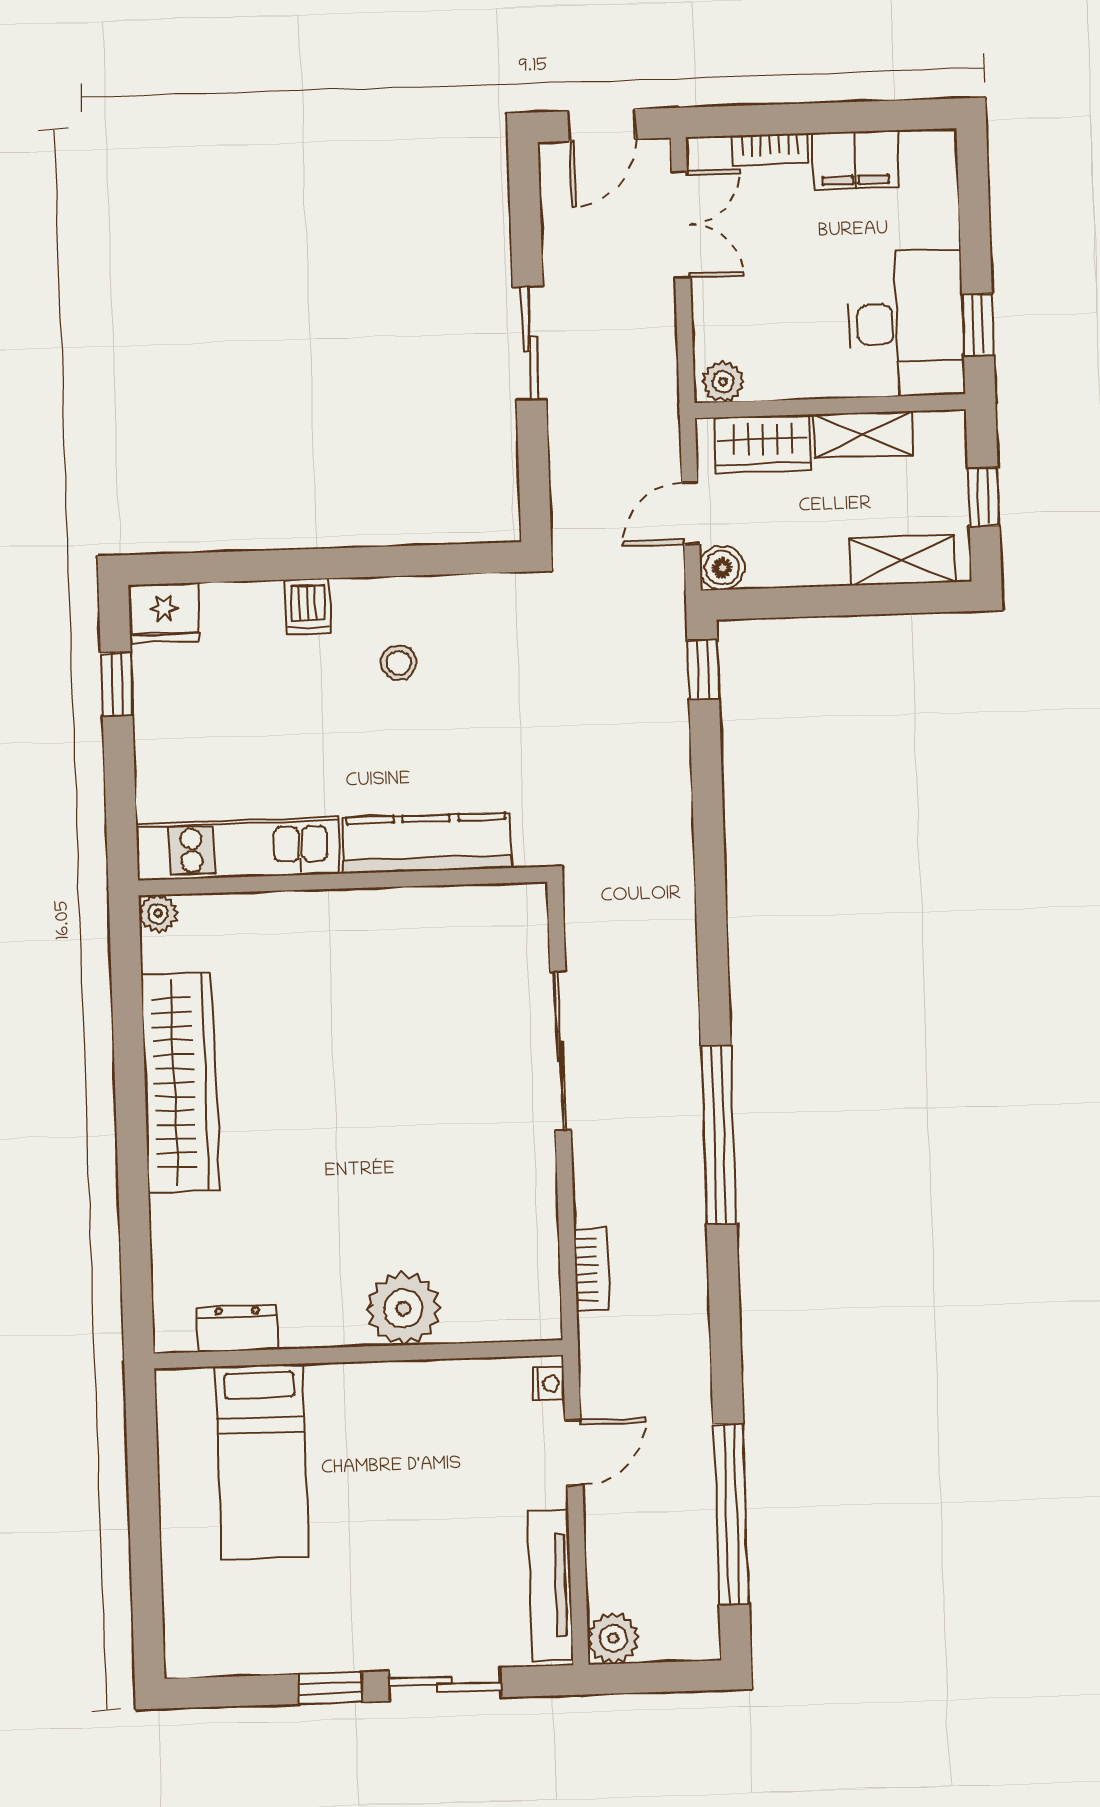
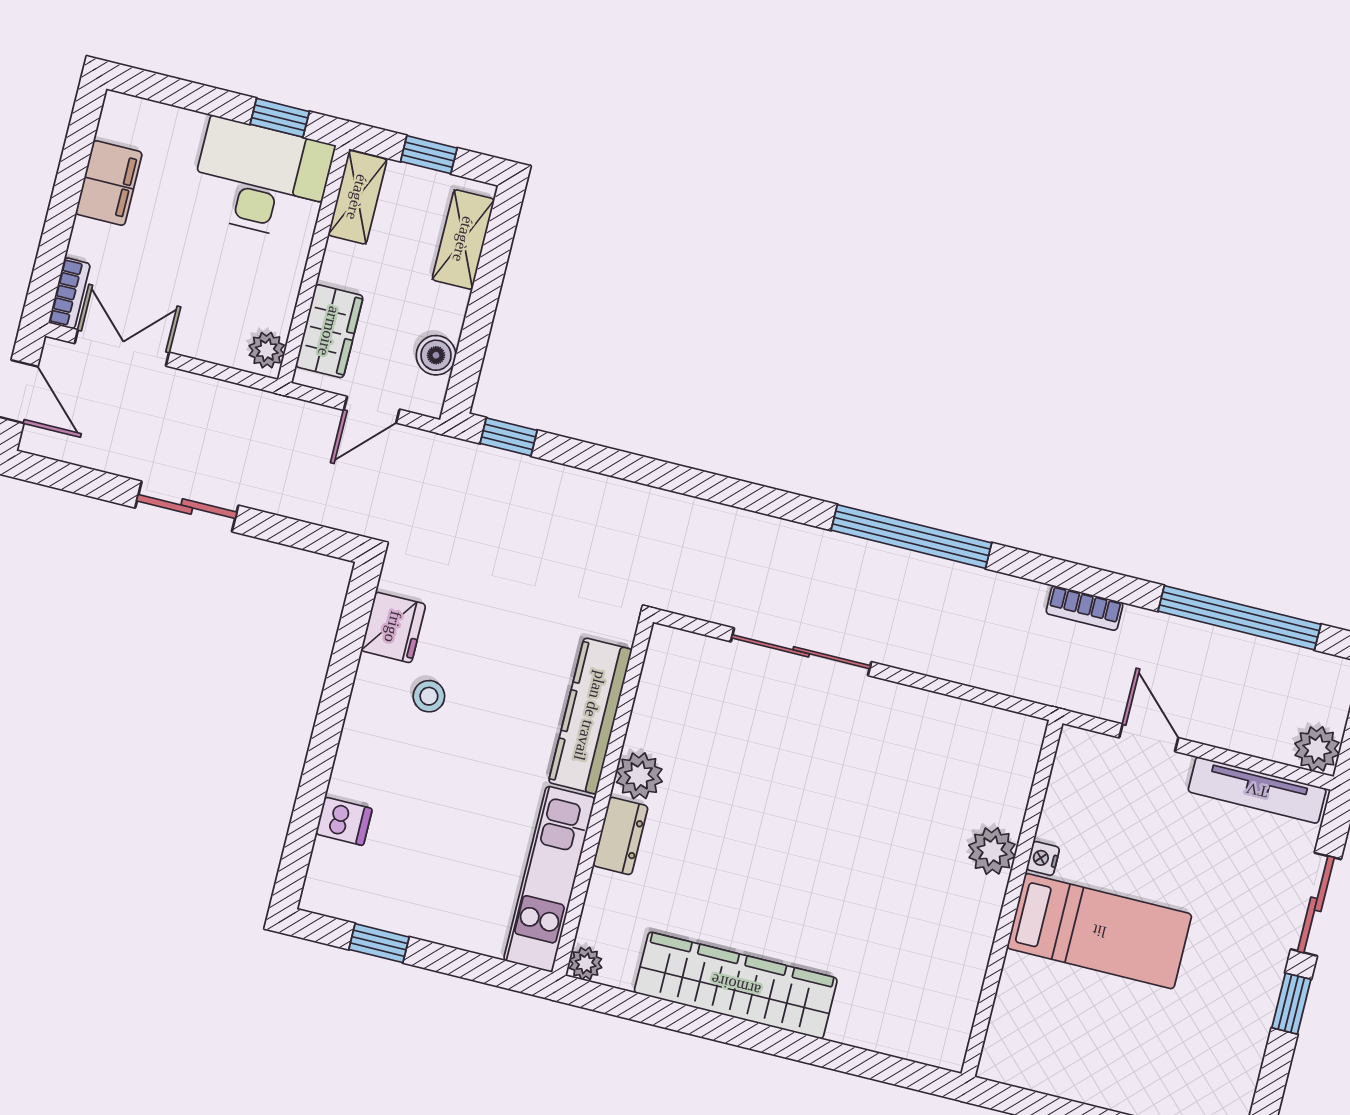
bookcase: (770, 150) -> (69, 293), moved
shelving: (863, 435) -> (357, 197), moved
door: (691, 513) -> (372, 410), hinge flipped
boiler: (722, 568) -> (436, 355), moved
dishwasher: (308, 607) -> (344, 821), moved
fridge: (164, 613) -> (393, 627), moved
plant: (377, 914) -> (639, 776), added
bookcase: (592, 1269) -> (1084, 608), moved, turned 180
plant: (403, 1308) -> (992, 851), width x0.73, depth x0.73
dresser: (237, 1328) -> (620, 836), moved, turned 180
nightstand: (548, 1384) -> (1043, 858), moved, turned -90
bed: (262, 1461) -> (1099, 931), moved

